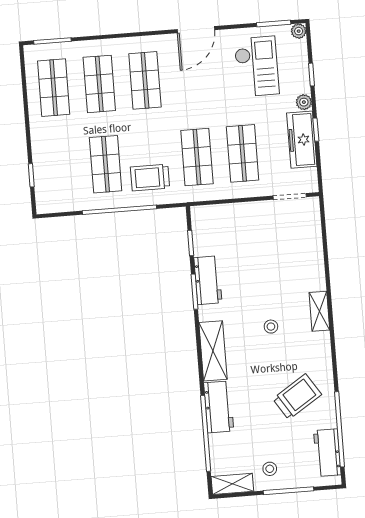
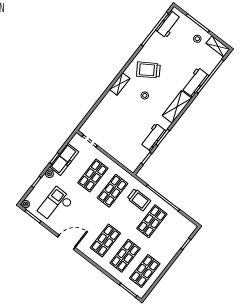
trolley: (297, 397) -> (148, 70), moved

